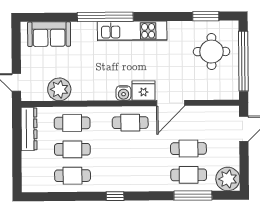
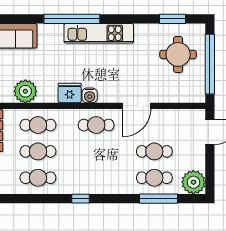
fridge: (143, 90) -> (70, 93), moved

